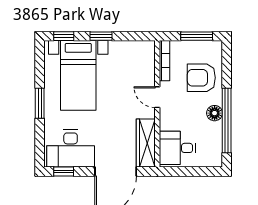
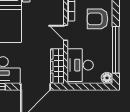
floor lamp: (215, 113) -> (107, 78), moved
desk: (177, 148) -> (80, 65), width x1.37

